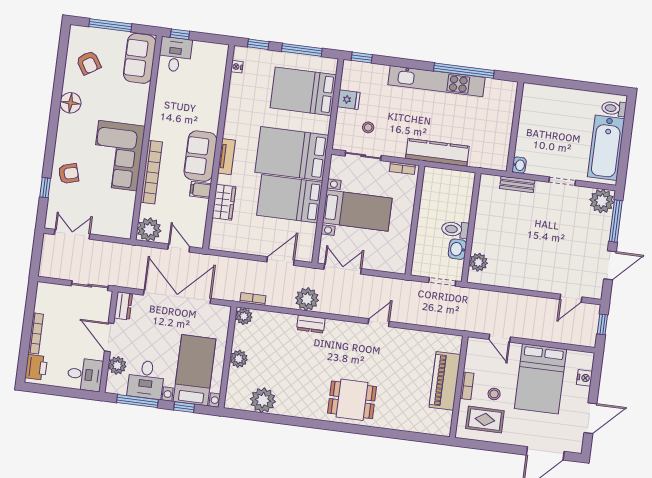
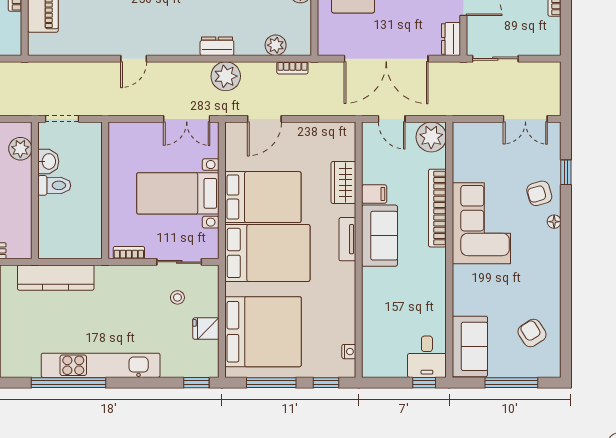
bed: (303, 91) -> (263, 332), width x1.36
floor lamp: (70, 103) -> (554, 222), moved, width x0.53, depth x0.53
kitchen counter: (437, 152) -> (56, 278), moved
plant: (244, 316) -> (276, 45), moved

